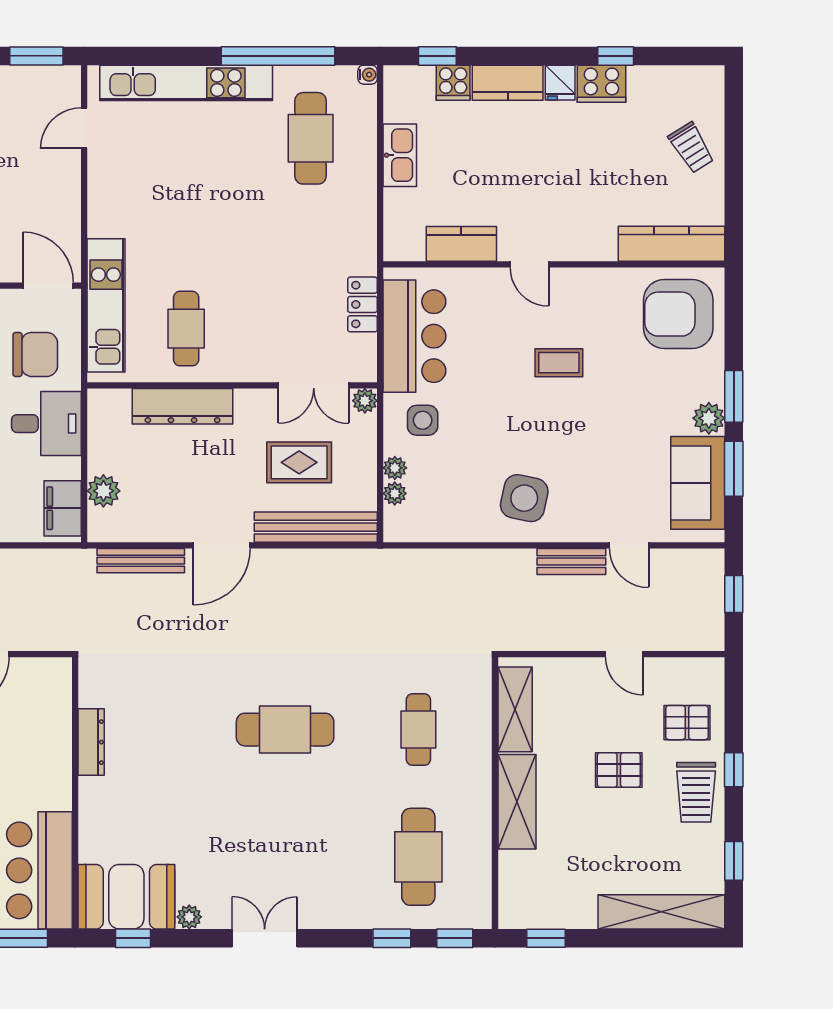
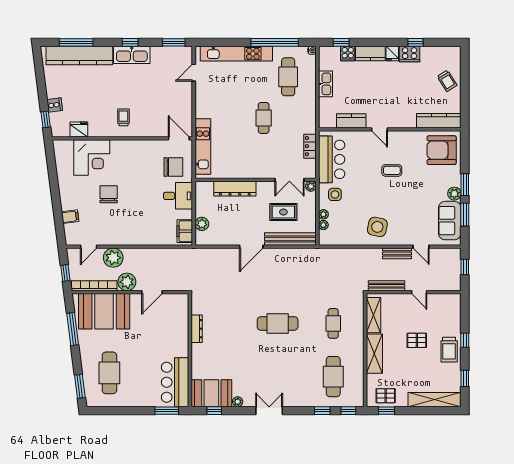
cafe table: (186, 329) -> (264, 118), moved
bench: (141, 561) -> (387, 286), moved
pallet: (687, 723) -> (386, 396), moved

